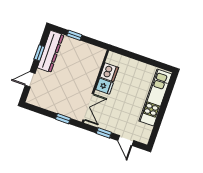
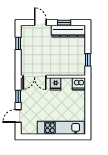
window: (74, 35) -> (88, 60), moved
dishwasher: (109, 72) -> (79, 84), moved
window: (63, 119) -> (18, 43), moved

